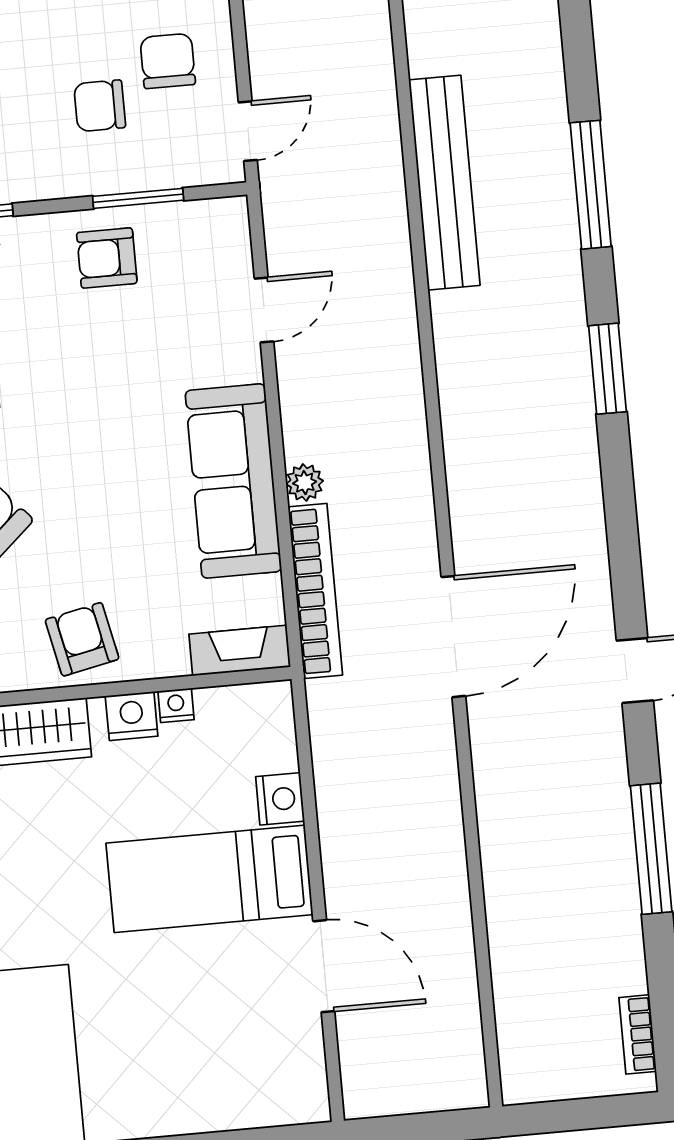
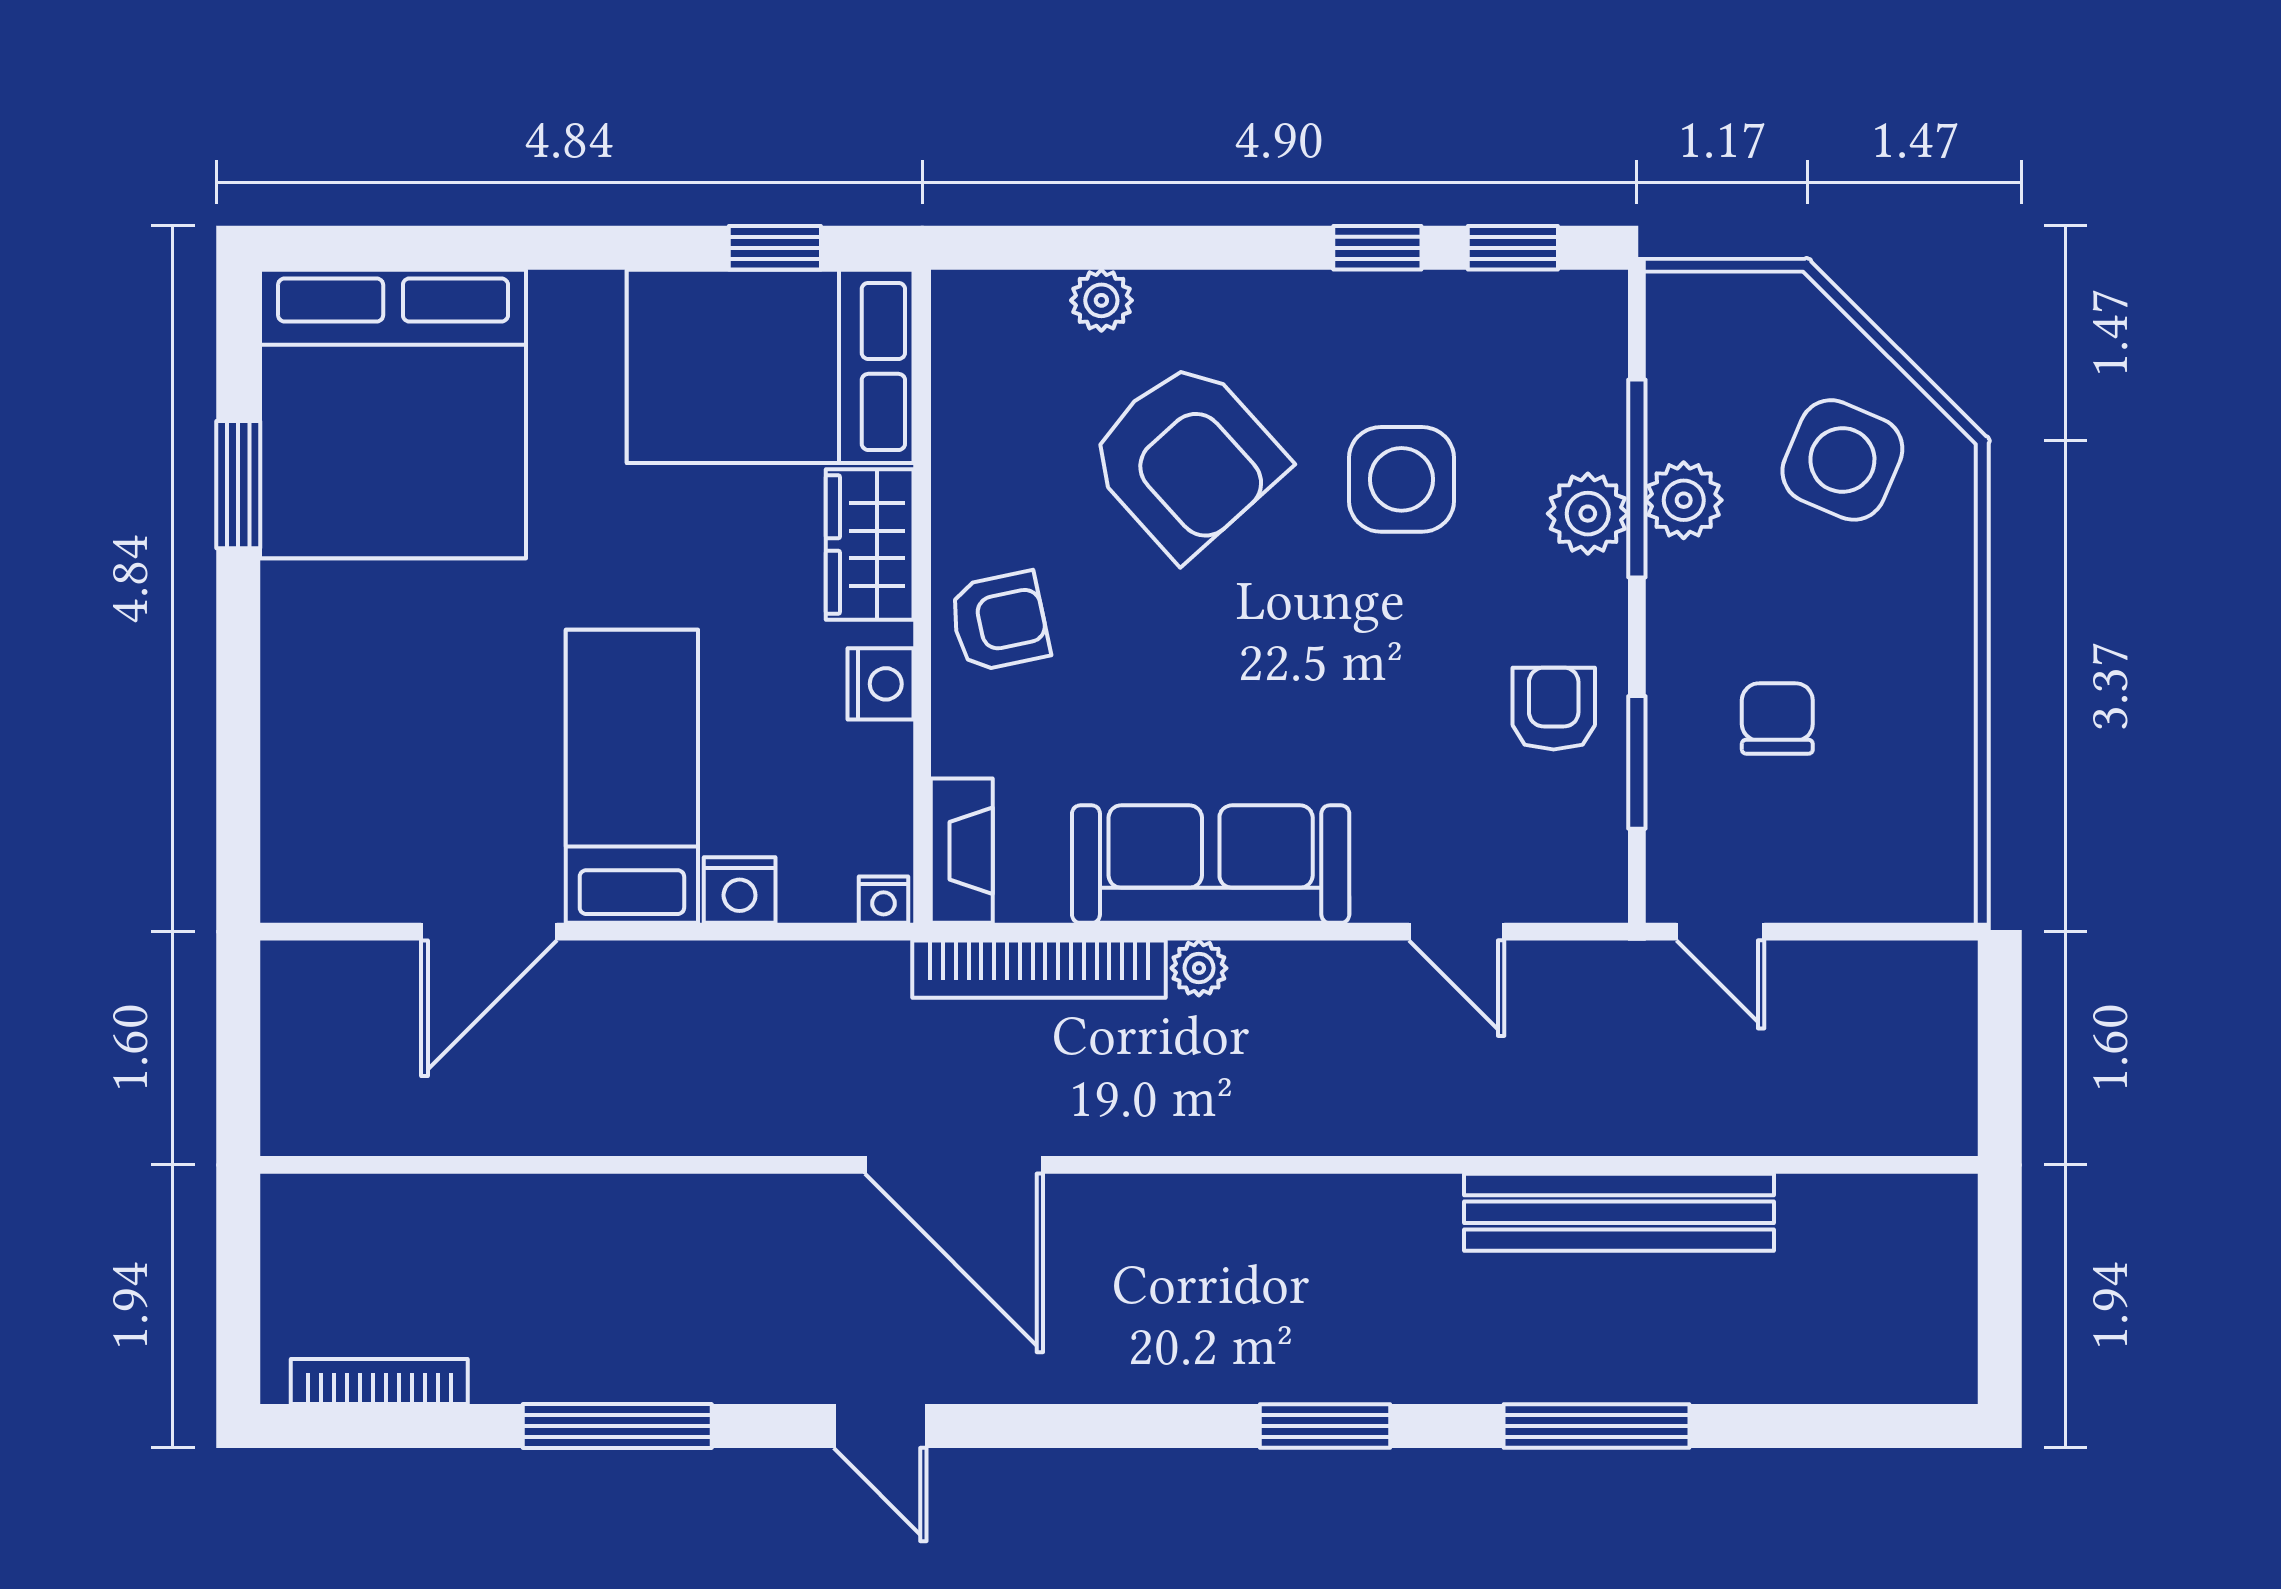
chair: (168, 61) -> (1834, 824), removed
nightstand: (176, 705) -> (884, 900), moved, turned 90
bookcase: (638, 1034) -> (379, 1382), width x1.56

